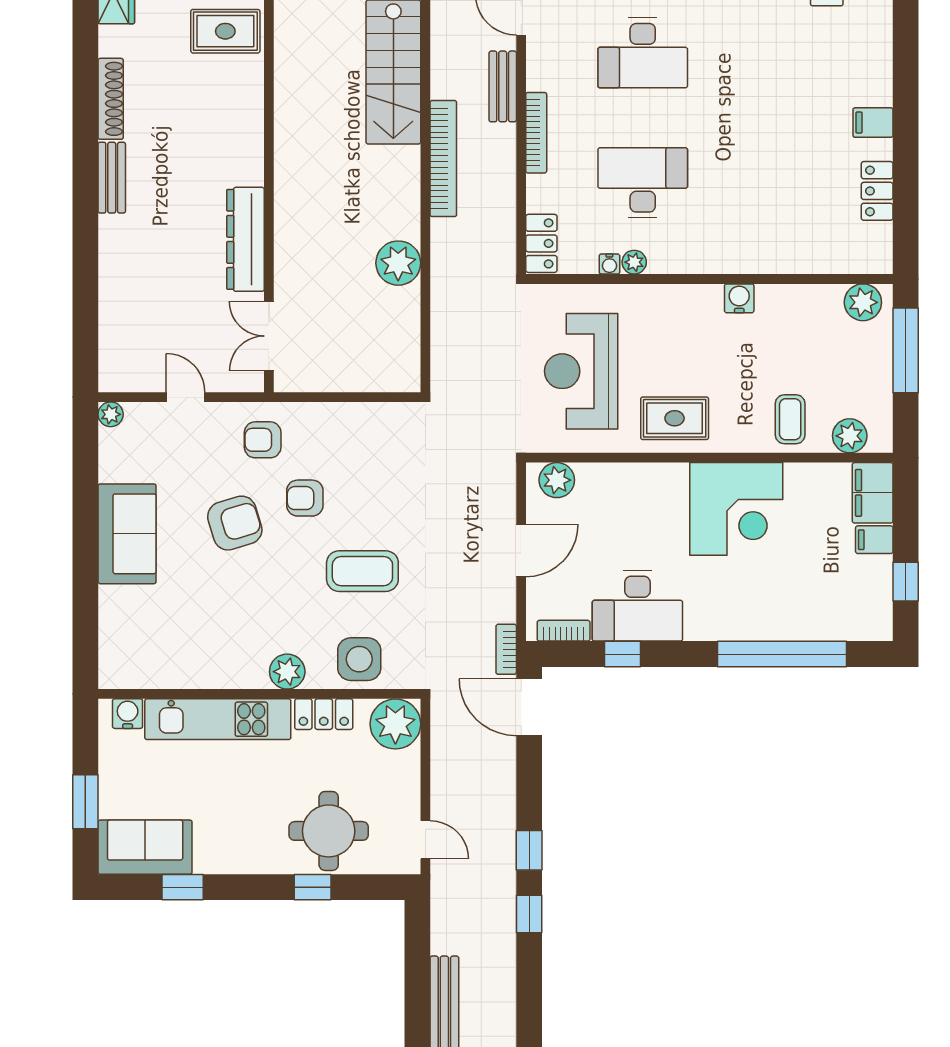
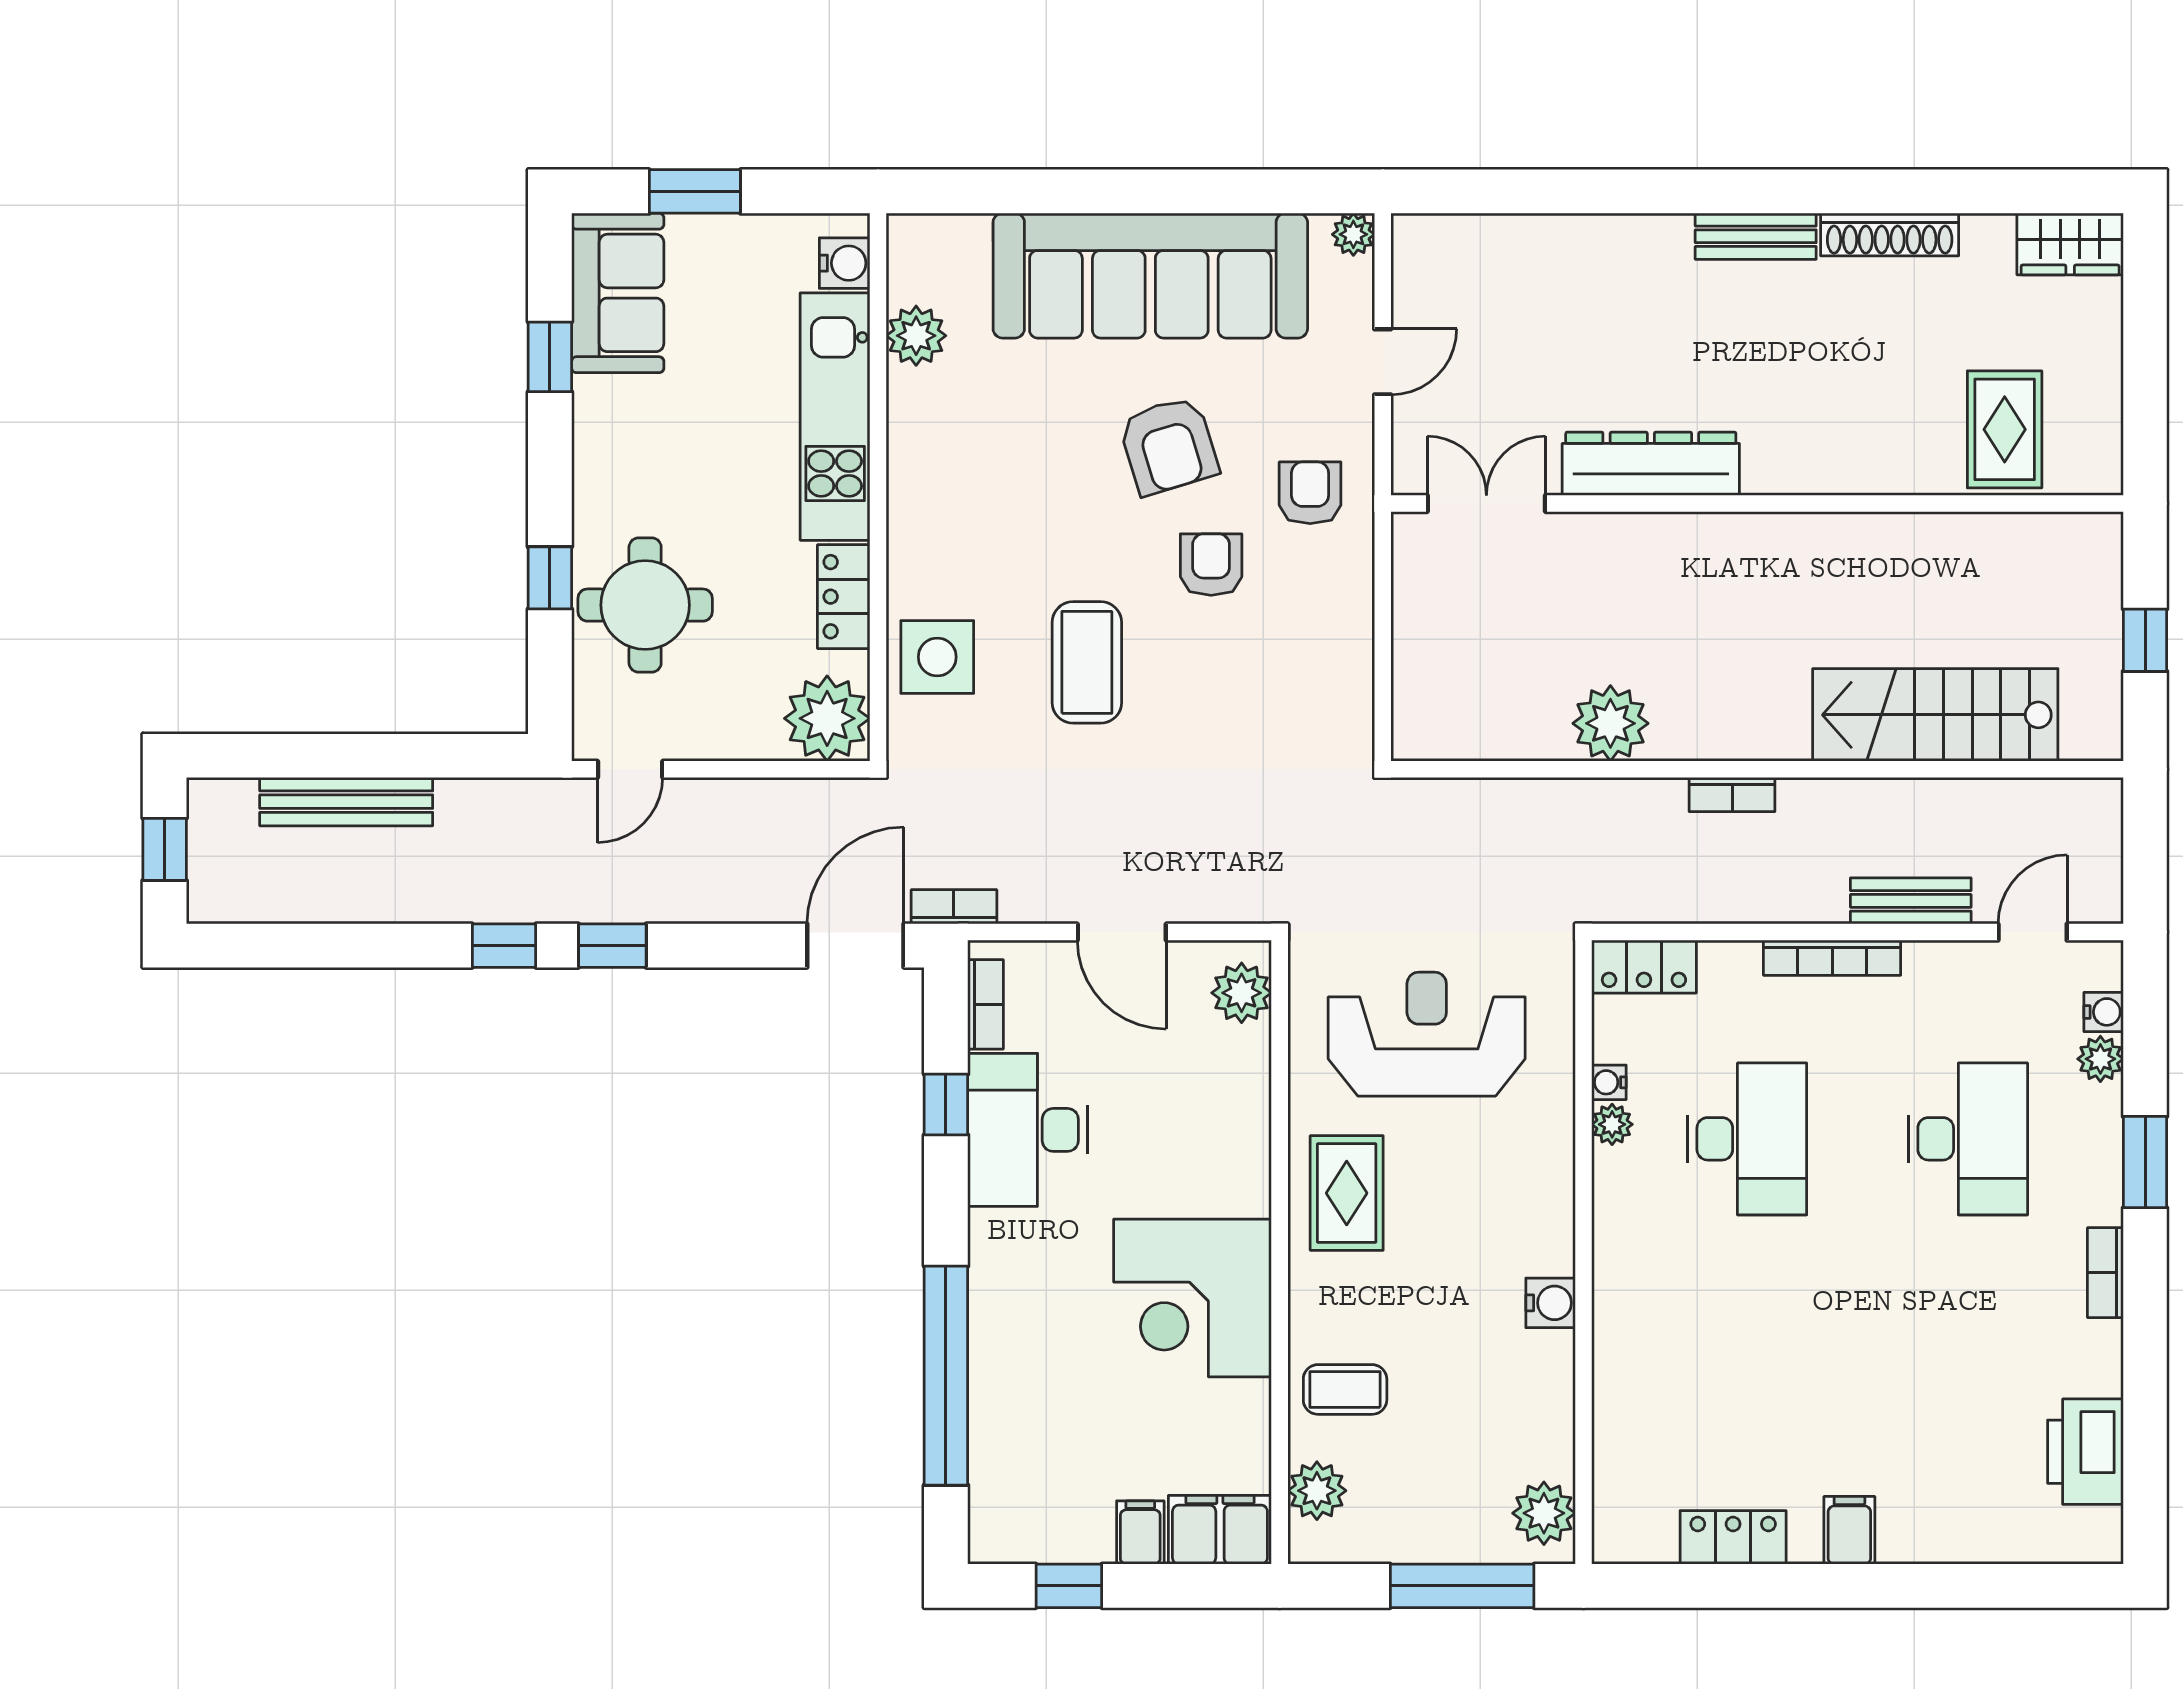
desk: (643, 53) -> (1968, 1139), turned 180
bookcase: (443, 159) -> (1732, 795), width x0.43, depth x0.76
sofa: (127, 534) -> (1150, 276), width x1.85, depth x1.27
plant: (287, 672) -> (916, 336), moved

